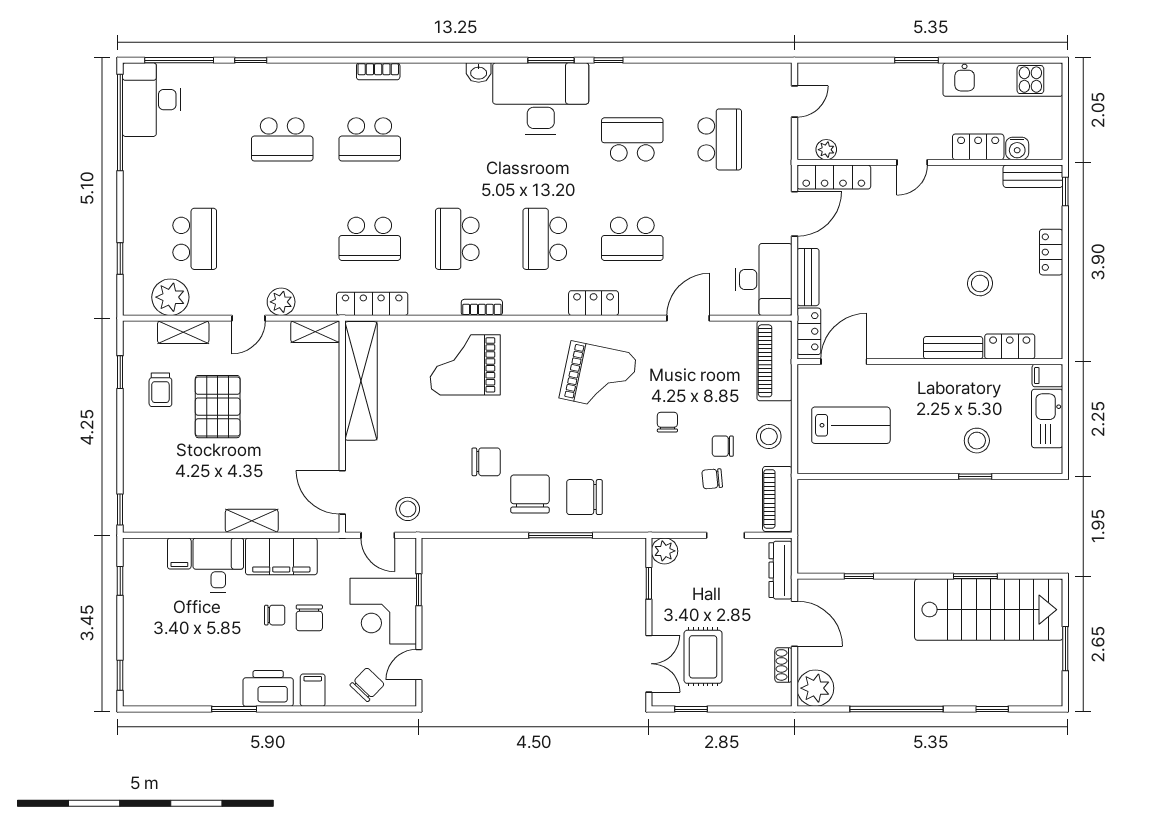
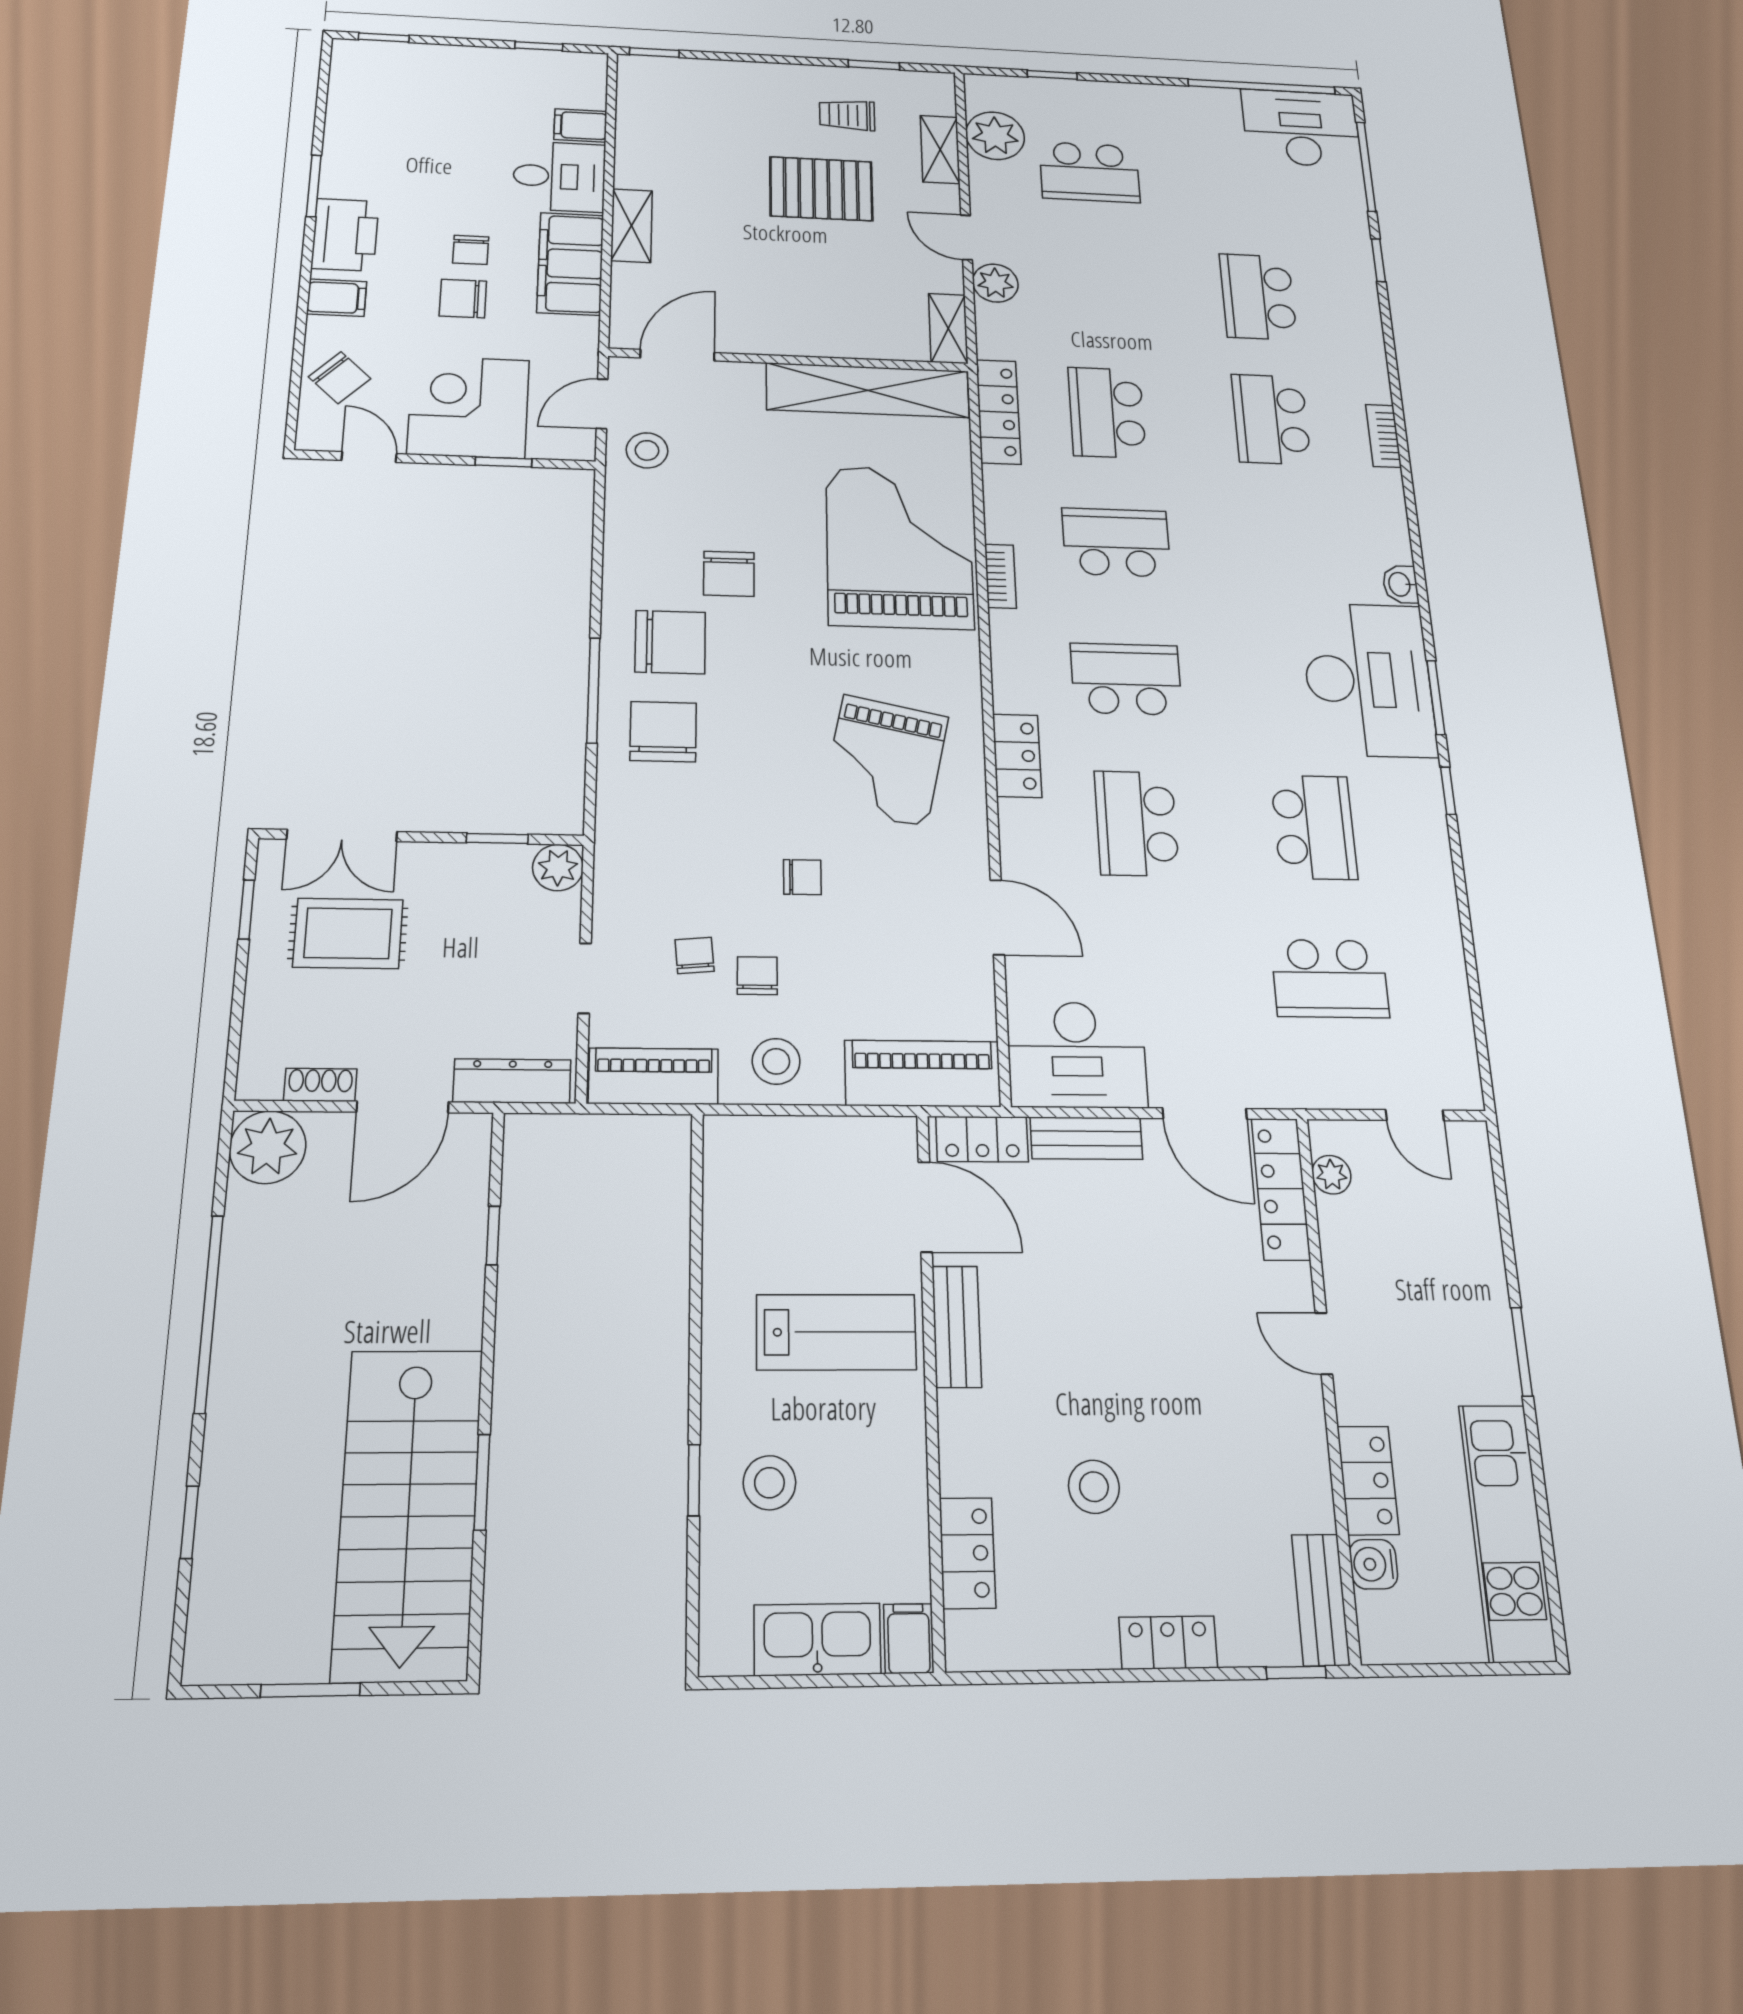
bench: (953, 348) -> (957, 1326), moved
grand piano: (465, 365) -> (899, 547), width x1.37, depth x1.48
lab bench: (851, 425) -> (836, 1332), moved, turned -90

